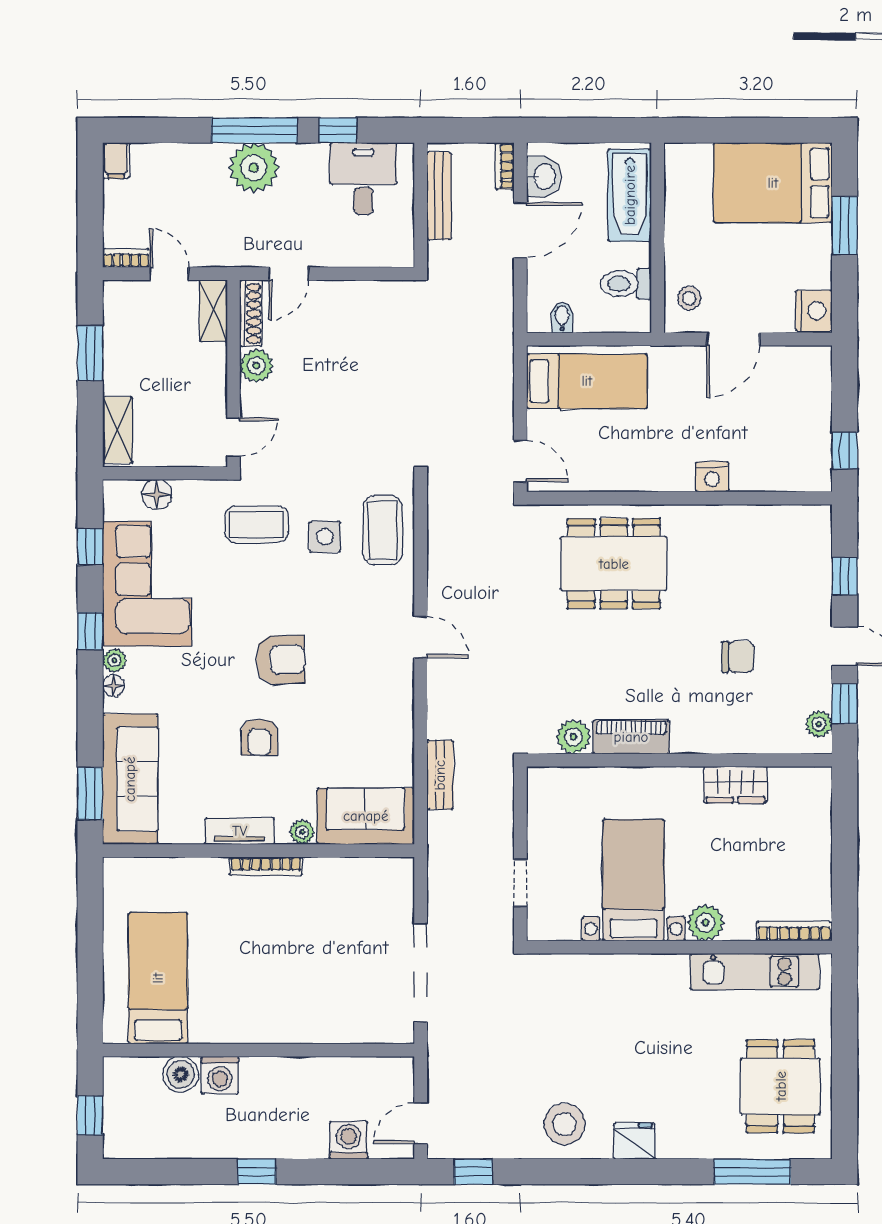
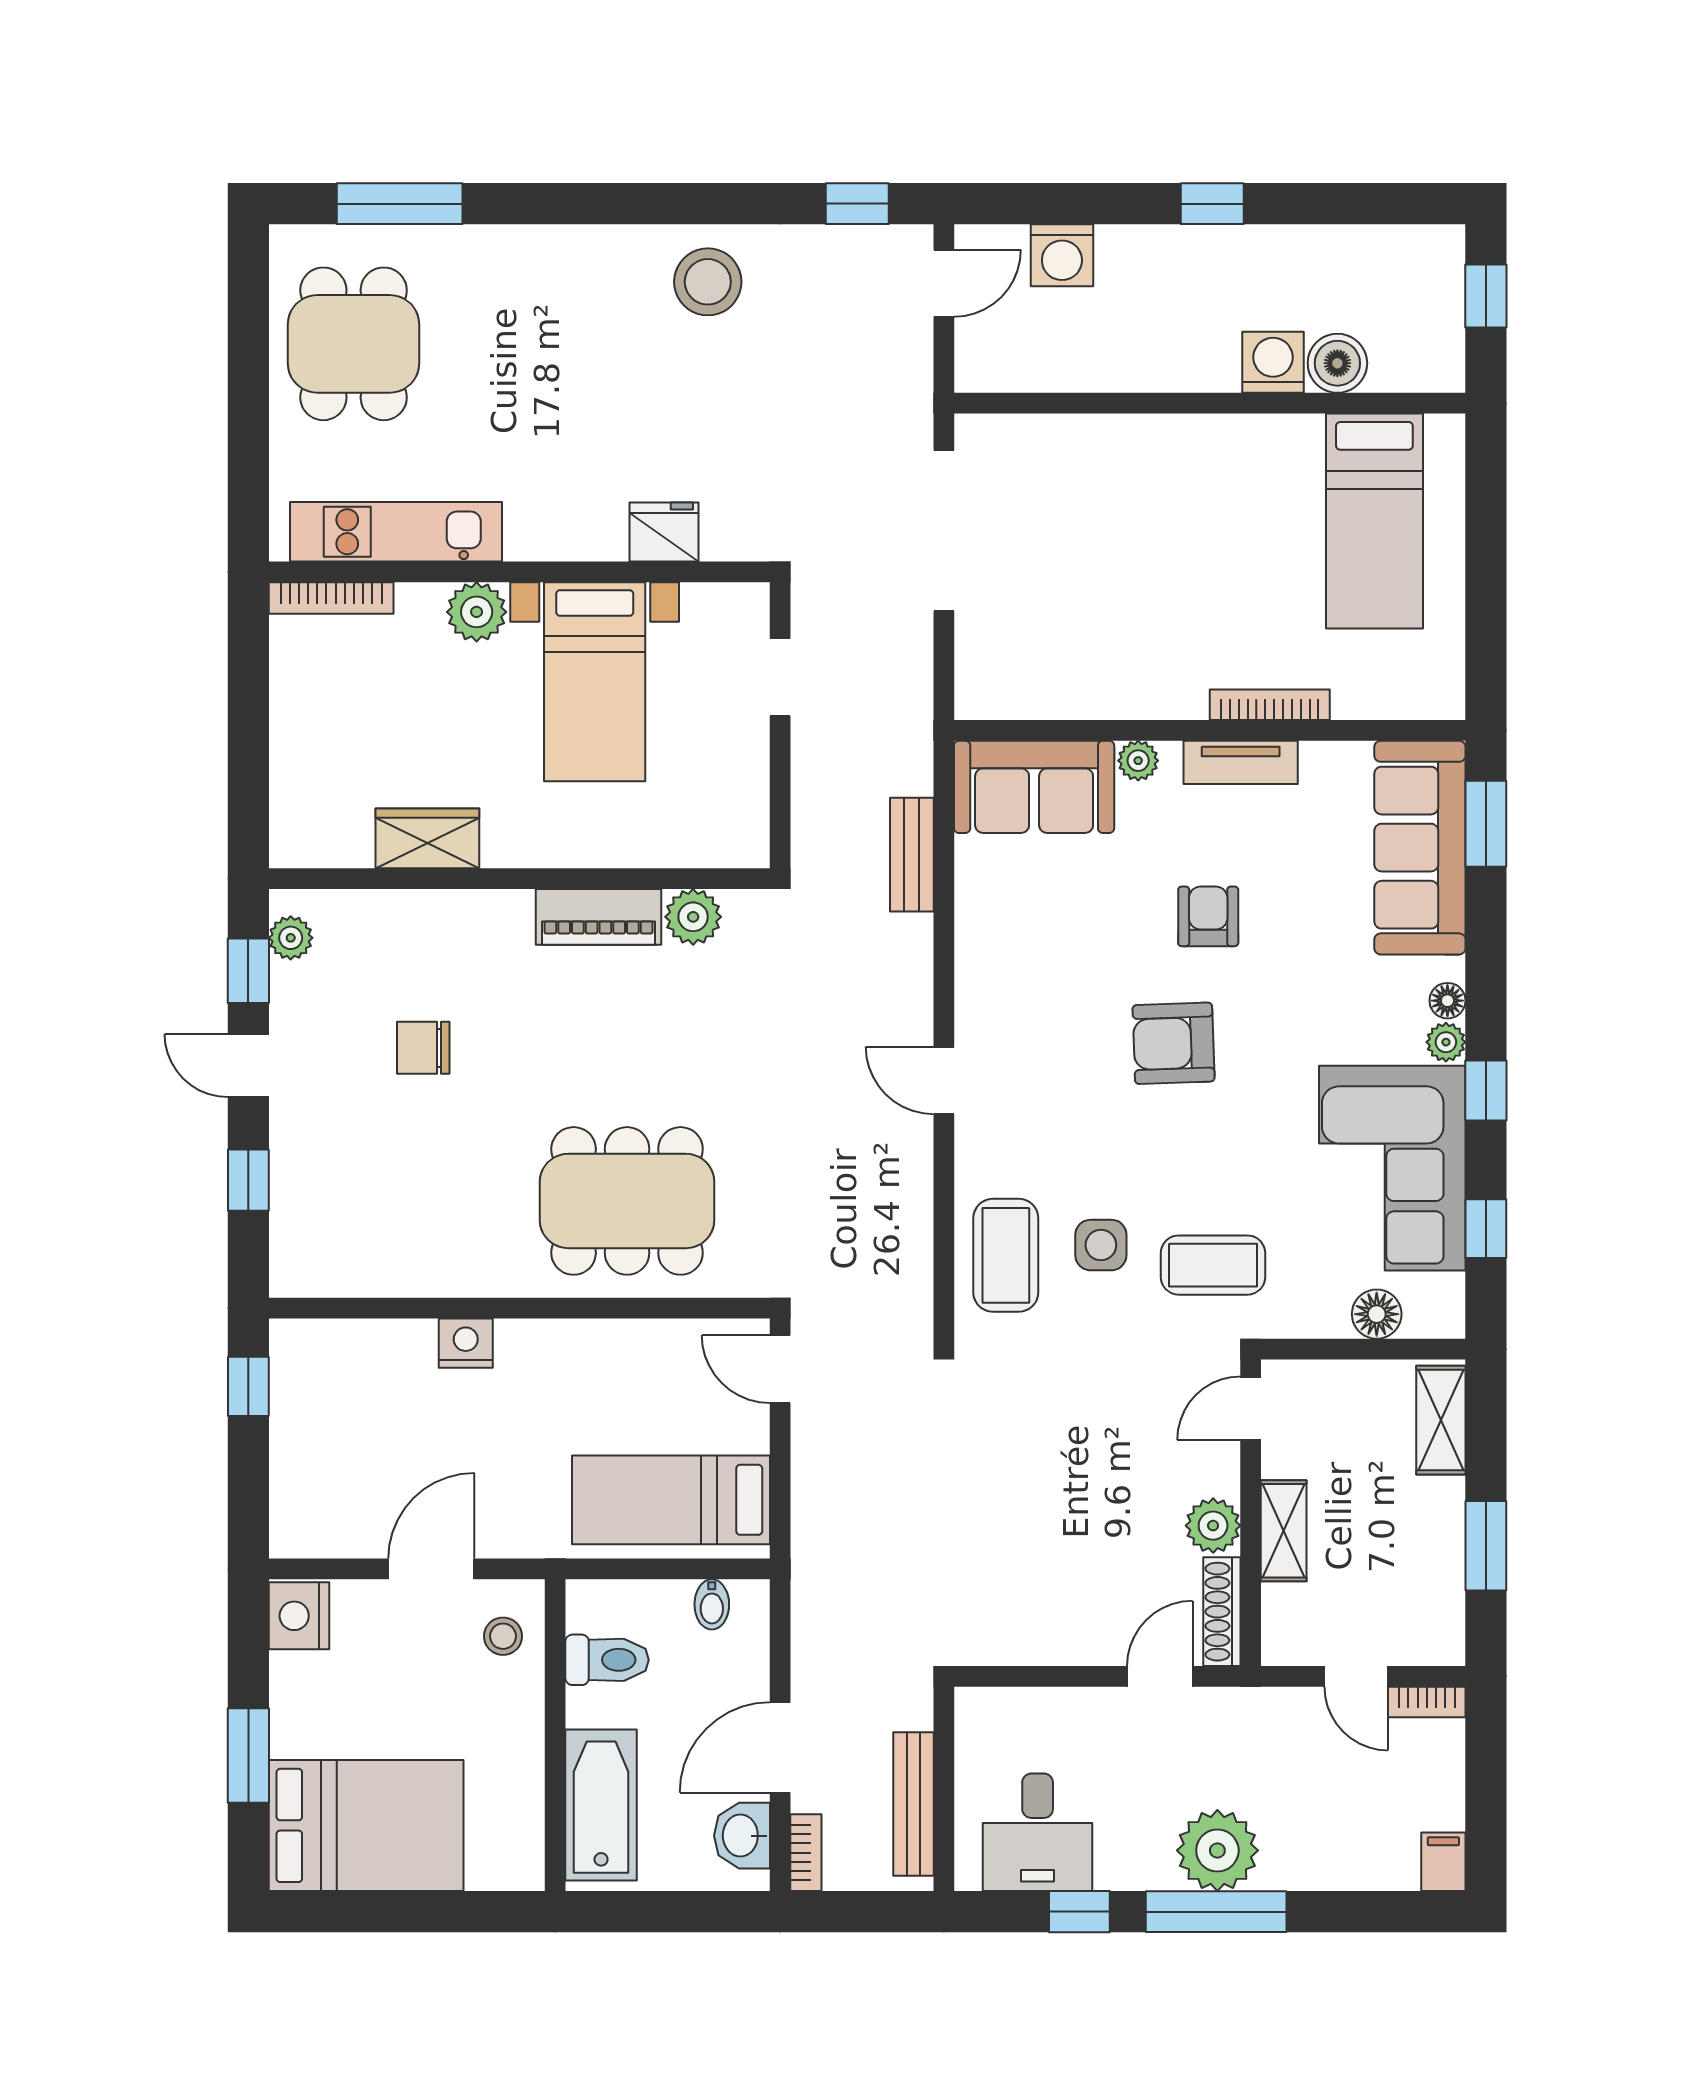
shelving: (213, 311) -> (1284, 1531), moved
bookcase: (266, 866) -> (1270, 705), moved
fridge: (634, 1141) -> (664, 532), moved, turned 180

